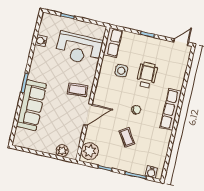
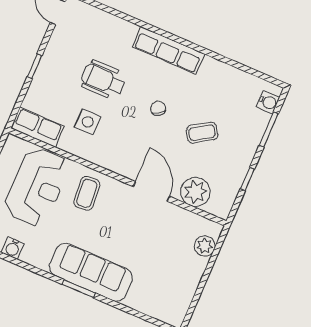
coffee table: (77, 90) -> (87, 193), moved
sofa: (31, 105) -> (91, 272), moved
plant: (90, 151) -> (195, 192), moved

